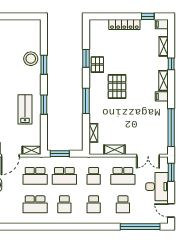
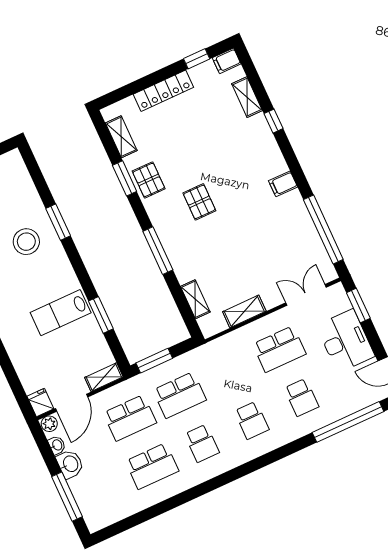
stool: (31, 59) -> (26, 242), moved
shelving: (163, 81) -> (121, 137), moved
pallet: (117, 87) -> (199, 202), width x0.67, depth x0.71
window: (44, 105) -> (101, 315), moved
lab bench: (25, 109) -> (61, 313), turned -90
double door: (148, 156) -> (306, 295), swing flipped
school desk: (94, 176) -> (229, 372), removed

